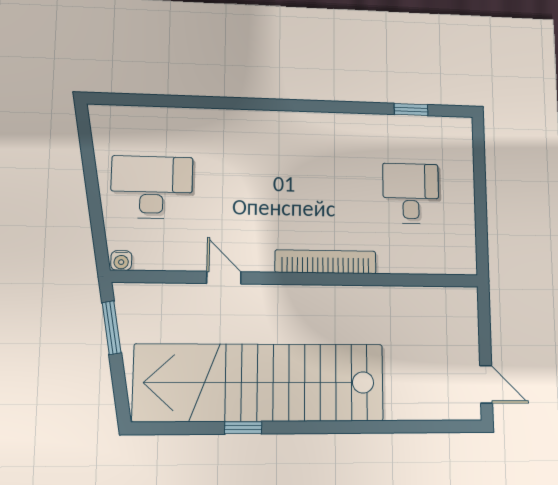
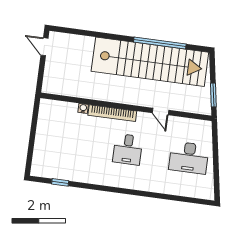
desk: (411, 193) -> (128, 149), moved
water cooler: (121, 261) -> (83, 108), moved
window: (243, 428) -> (160, 43), width x3.17

